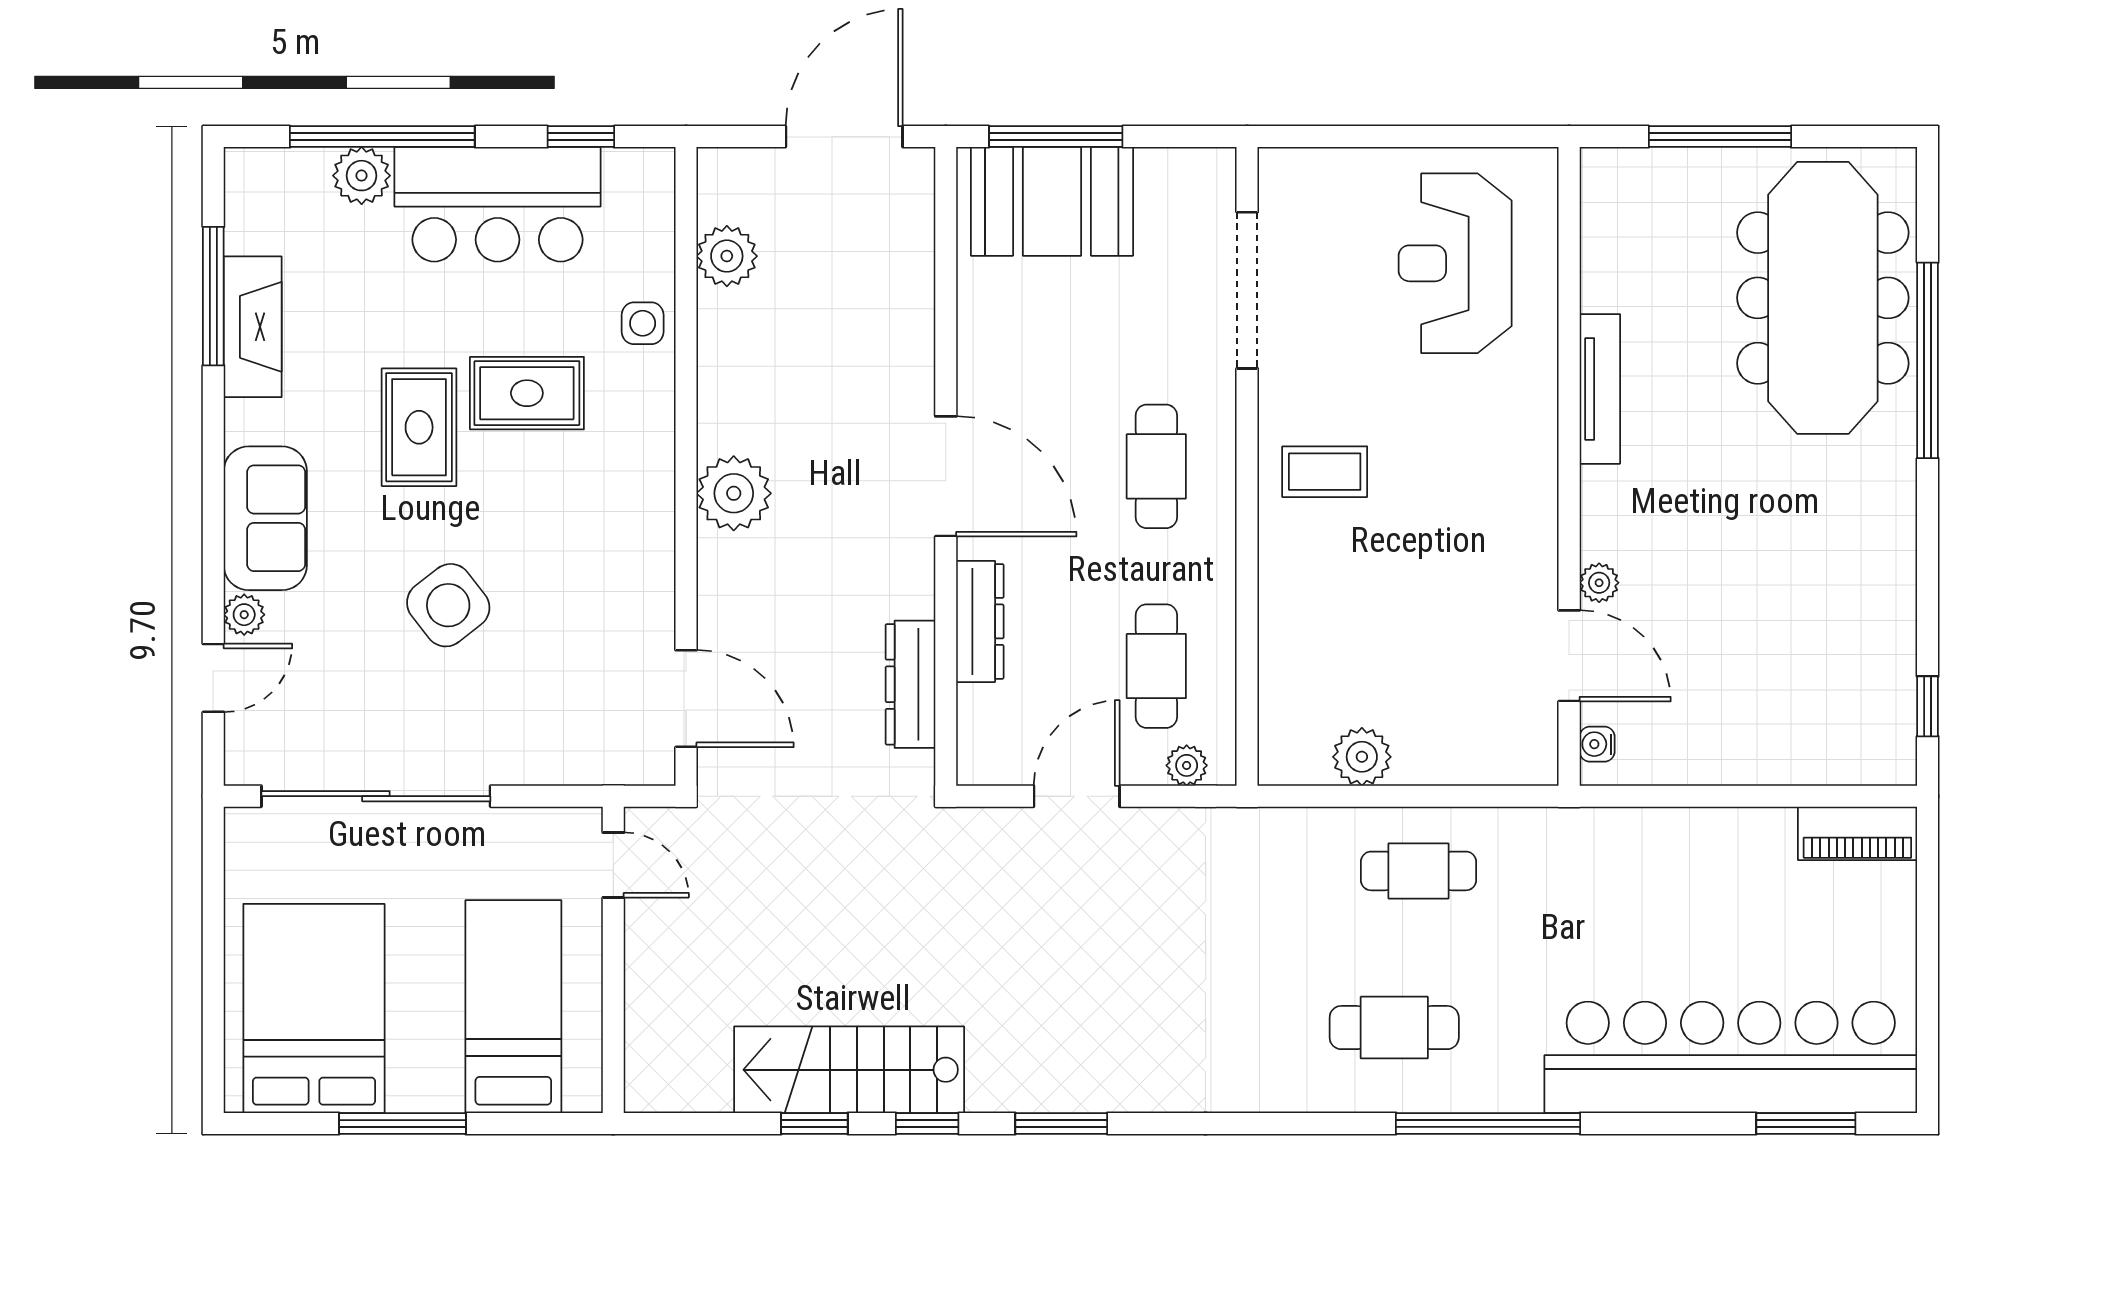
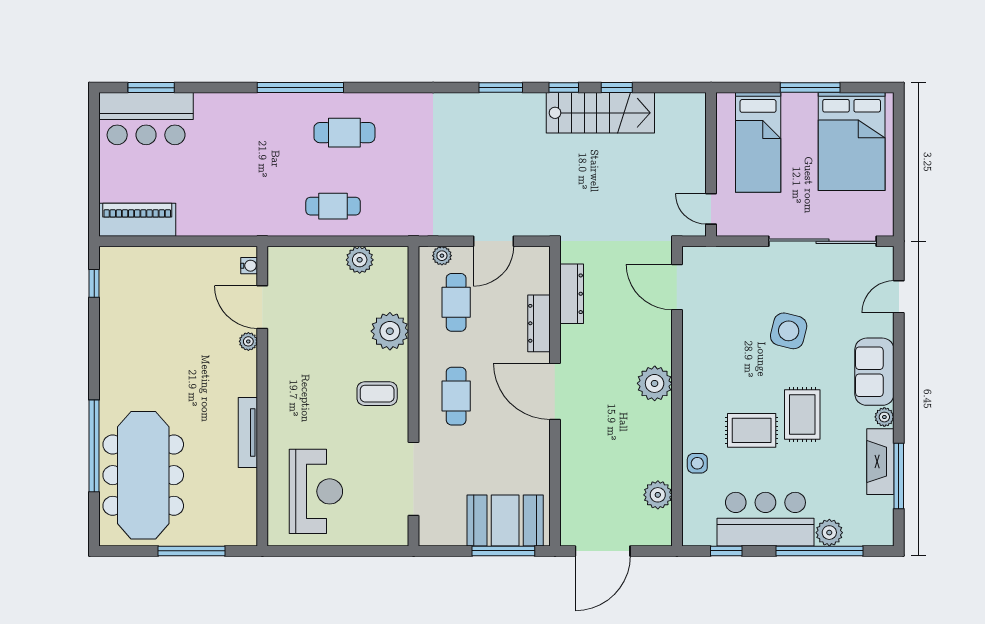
side table: (448, 605) -> (789, 331), turned -38
plant: (1298, 605) -> (390, 331), added
plant: (244, 615) -> (884, 417), moved
piano: (1857, 833) -> (137, 220), width x1.37, depth x1.33
bar counter: (1731, 1057) -> (146, 119), width x0.54

